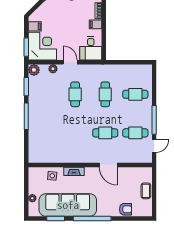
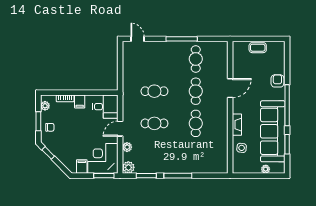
cafe table: (135, 94) -> (196, 123), moved
door: (154, 146) -> (138, 39), moved
armchair: (126, 209) -> (277, 81), moved

